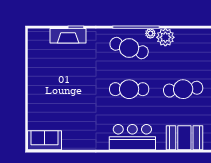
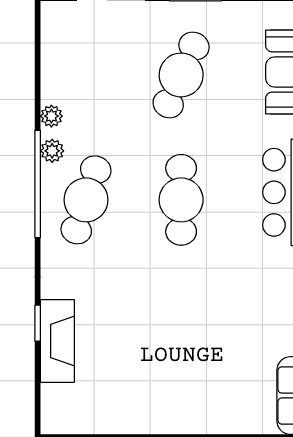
plant: (165, 37) -> (51, 116), width x0.53, depth x0.53
cafe table: (183, 89) -> (181, 75), turned 30

